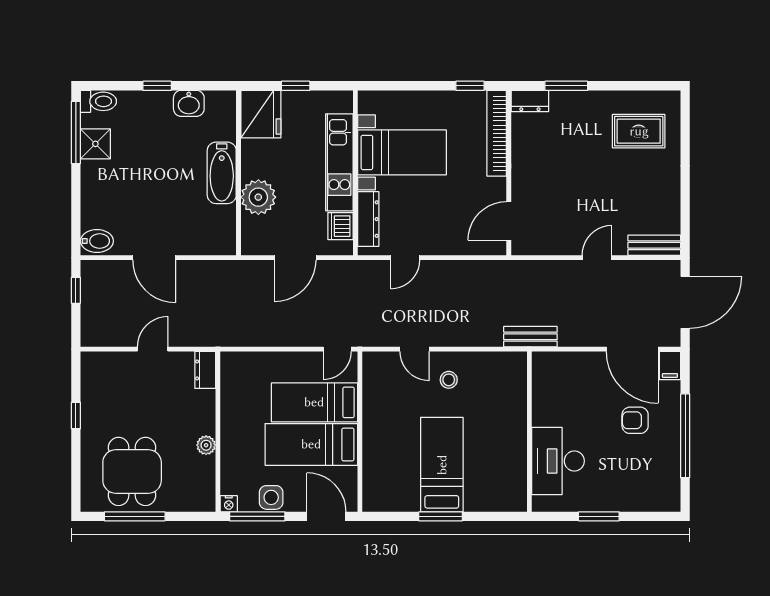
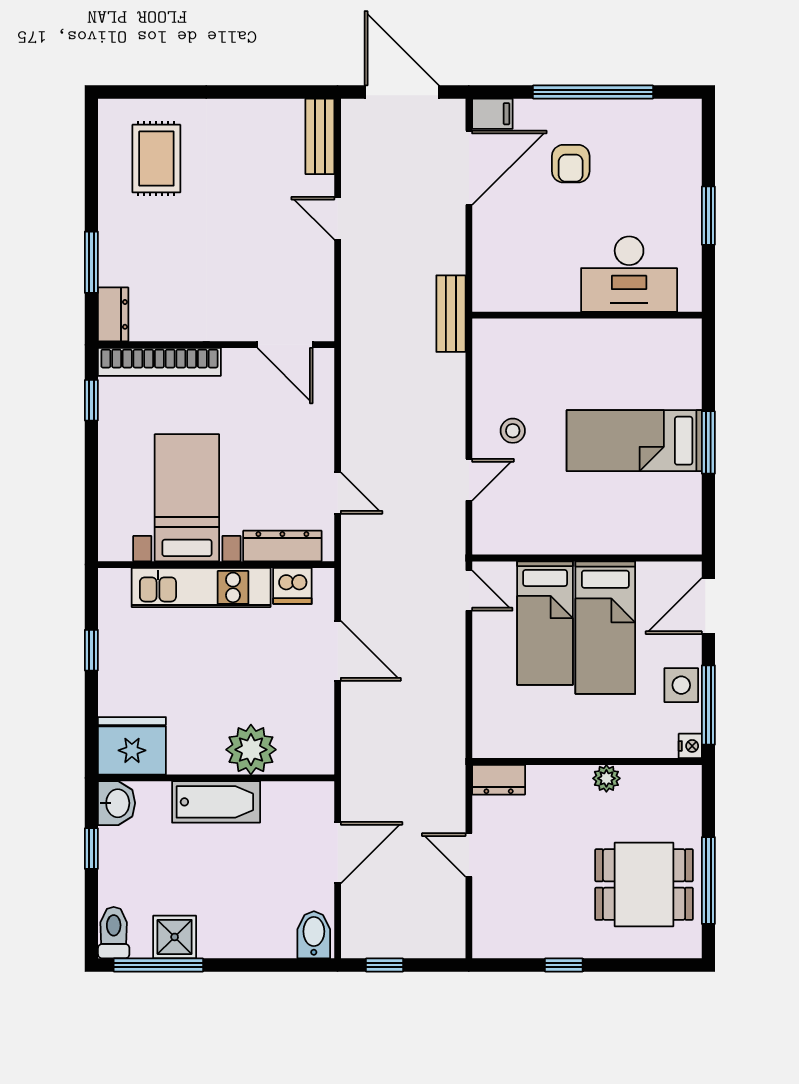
fridge: (261, 114) -> (132, 746), moved
bathtub: (222, 173) -> (216, 802), moved
wall: (238, 173) -> (216, 778), moved
plant: (258, 197) -> (251, 750), moved

